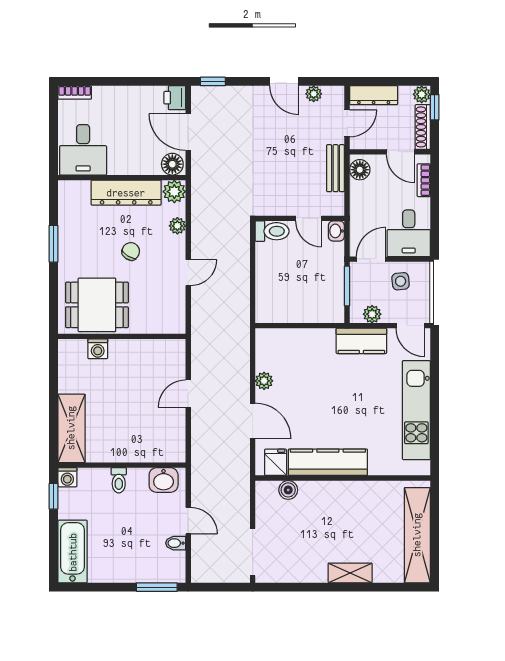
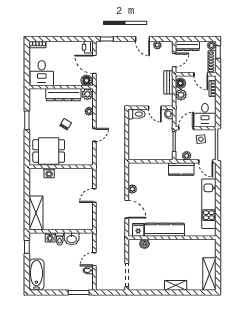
plant: (361, 193) -> (181, 95), added
washing machine: (67, 477) -> (50, 237), moved
washbasin: (164, 480) -> (72, 239), moved
door: (188, 521) -> (94, 259), swing flipped
shelving: (417, 535) -> (209, 274), width x0.68

